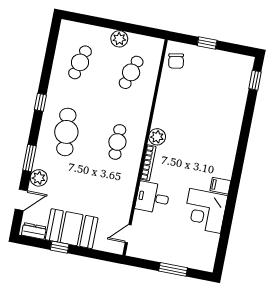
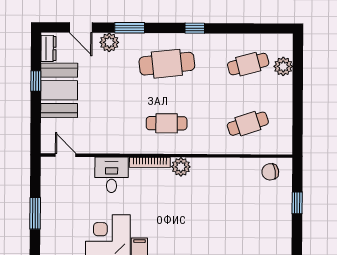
plant: (119, 39) -> (283, 66), moved
cafe table: (80, 62) -> (248, 64), turned -30
cafe table: (131, 72) -> (248, 124), turned -36

